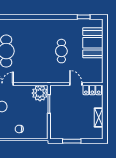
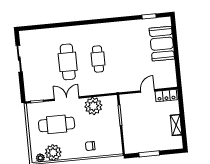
cafe table: (61, 51) -> (98, 59), moved
door: (76, 84) -> (148, 91), hinge flipped
plant: (40, 93) -> (93, 106), moved

